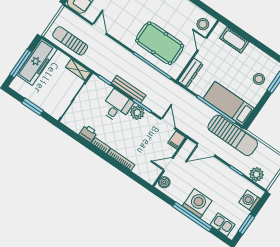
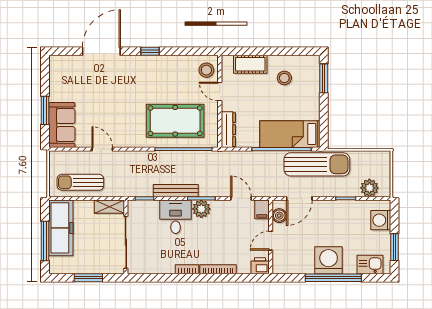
stool: (259, 79) -> (284, 78), moved
printer: (88, 133) -> (260, 266), moved
boiler: (164, 182) -> (279, 216), moved

